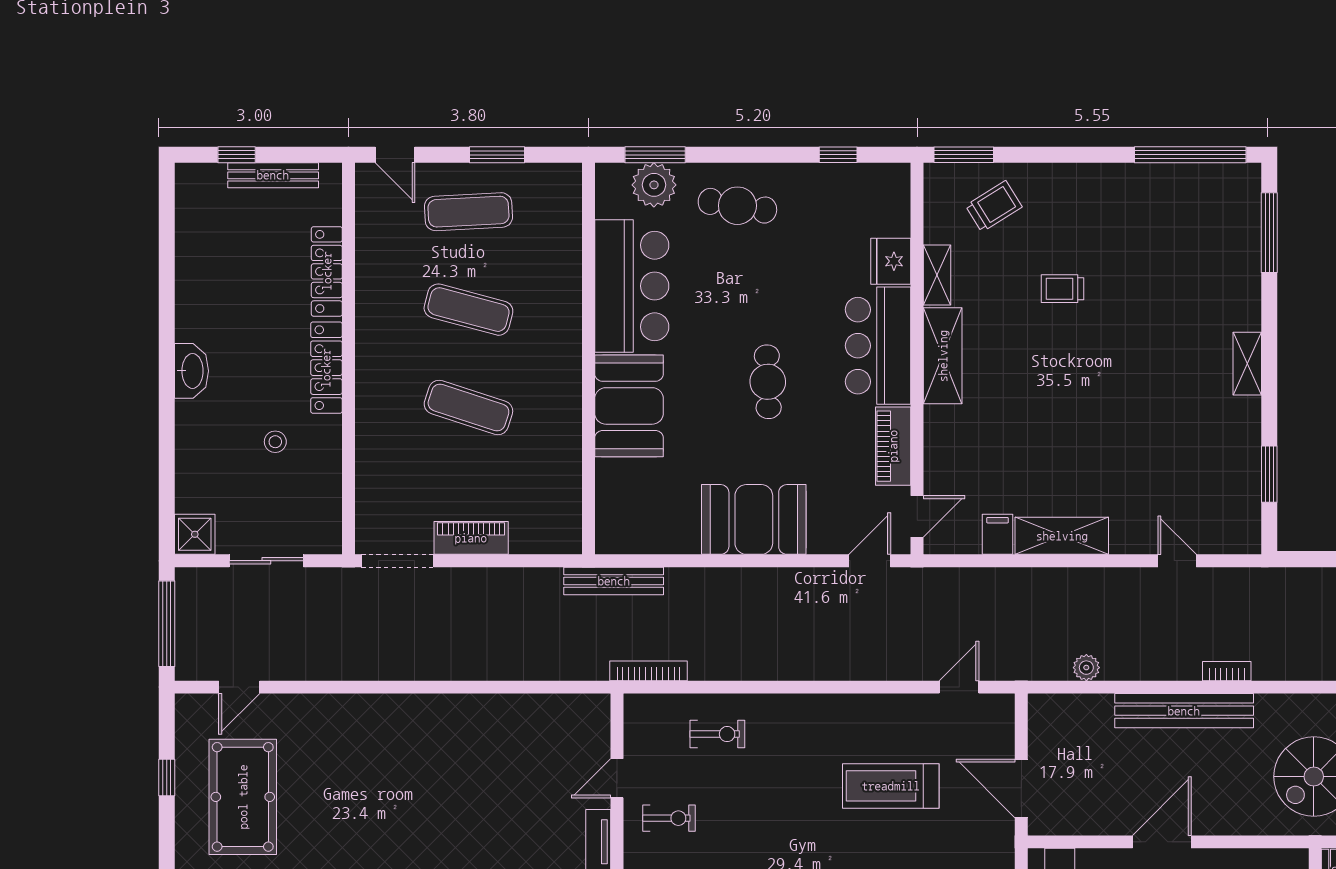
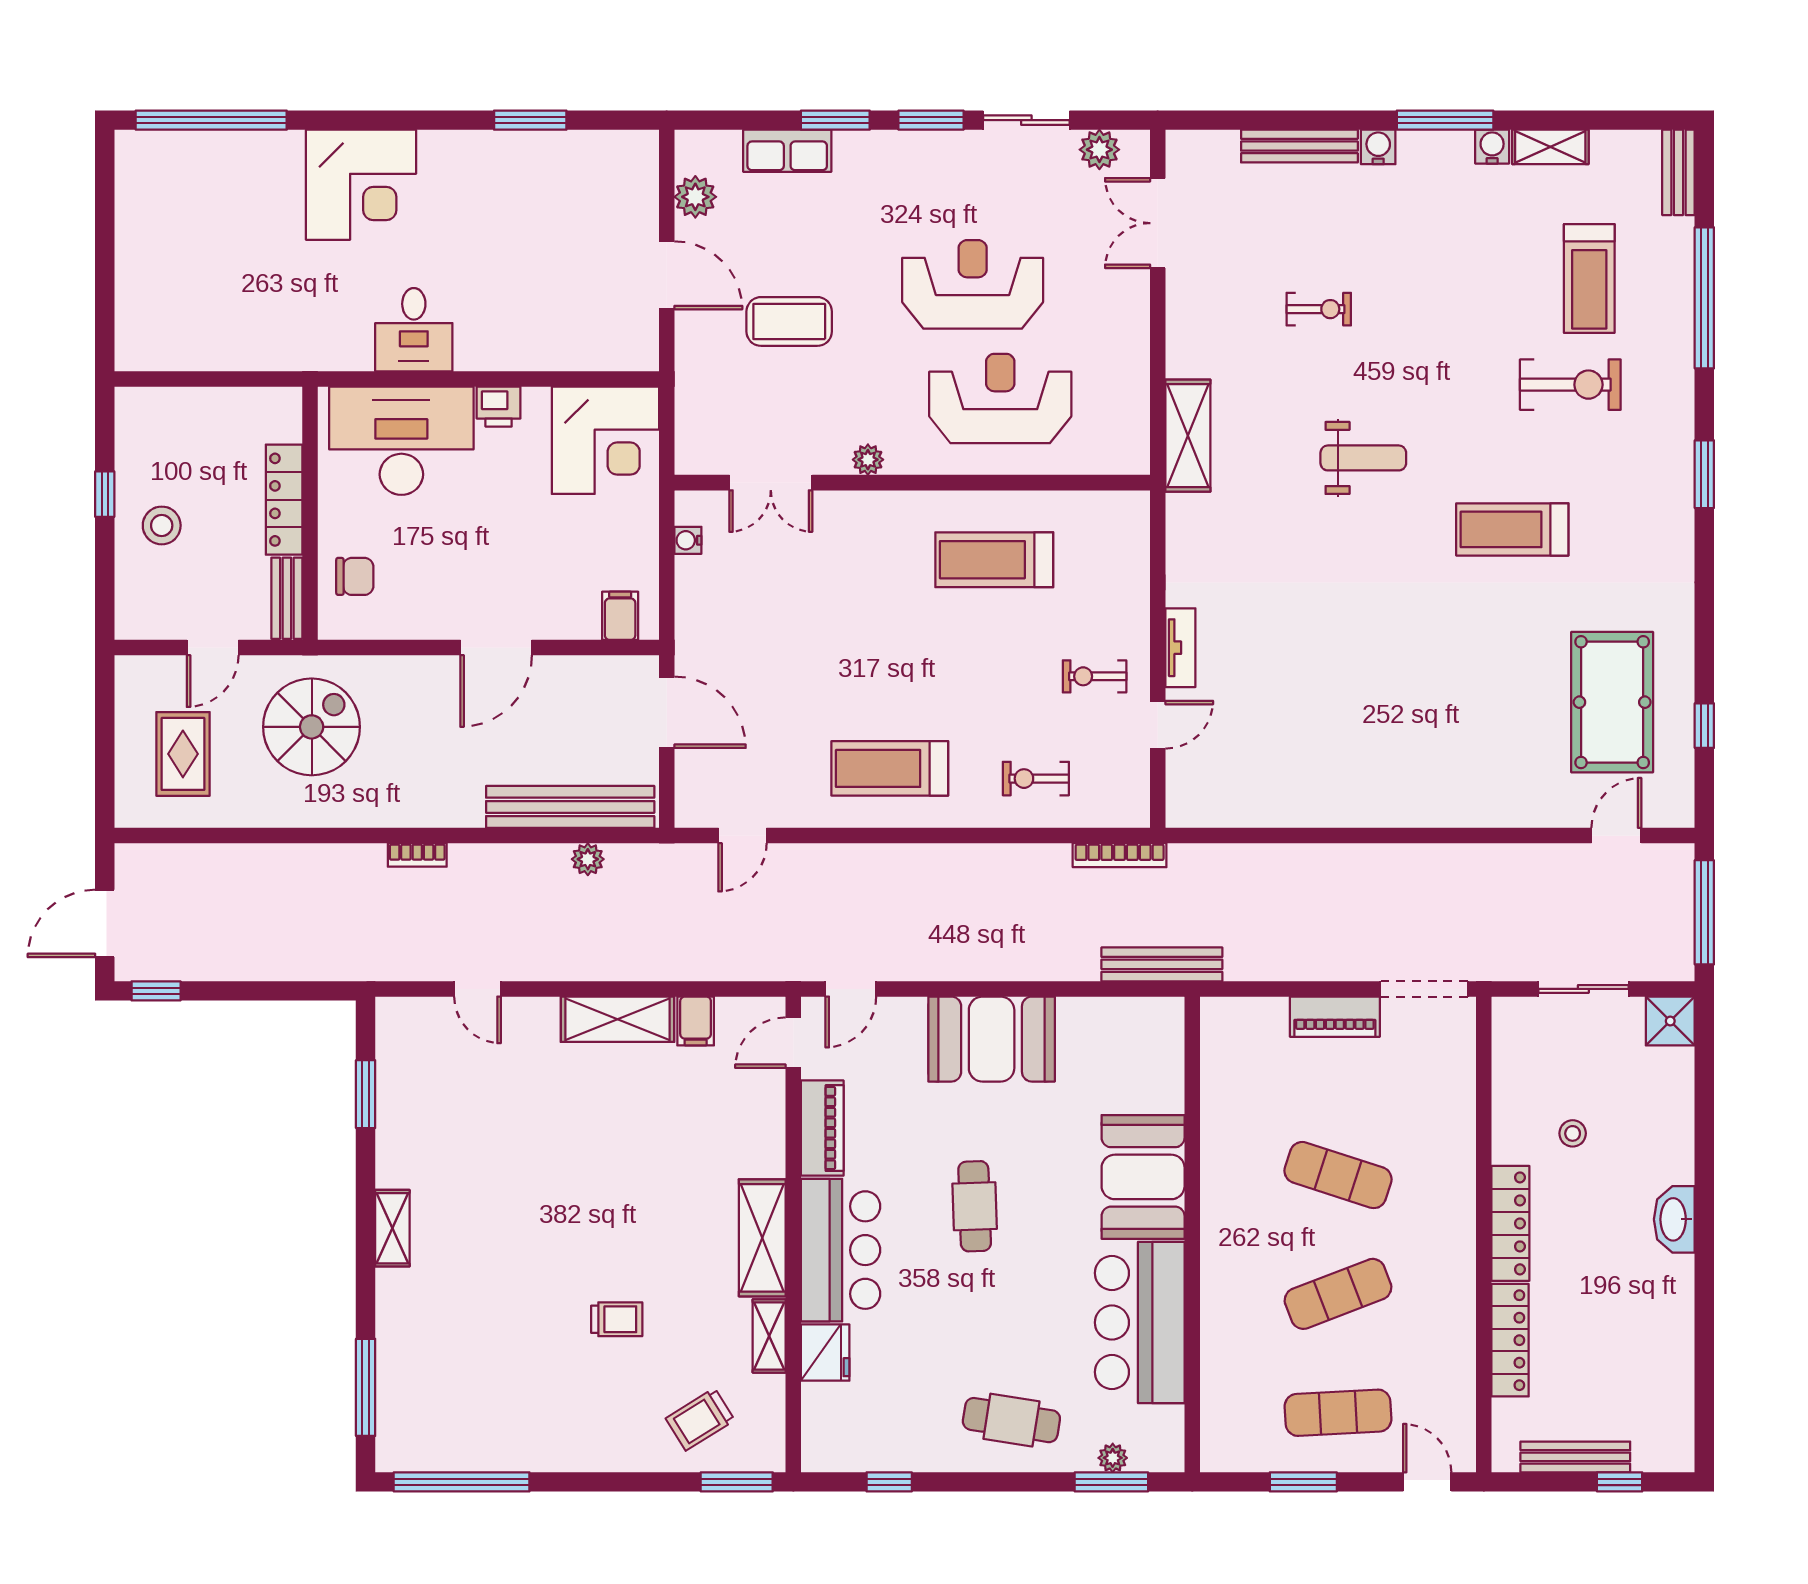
plant: (654, 185) -> (1113, 1458), width x0.53, depth x0.53
exercise mat: (468, 310) -> (1338, 1294), turned -36
bench: (1184, 711) -> (570, 807), moved
treadmill: (891, 786) -> (890, 768), moved, turned 180

